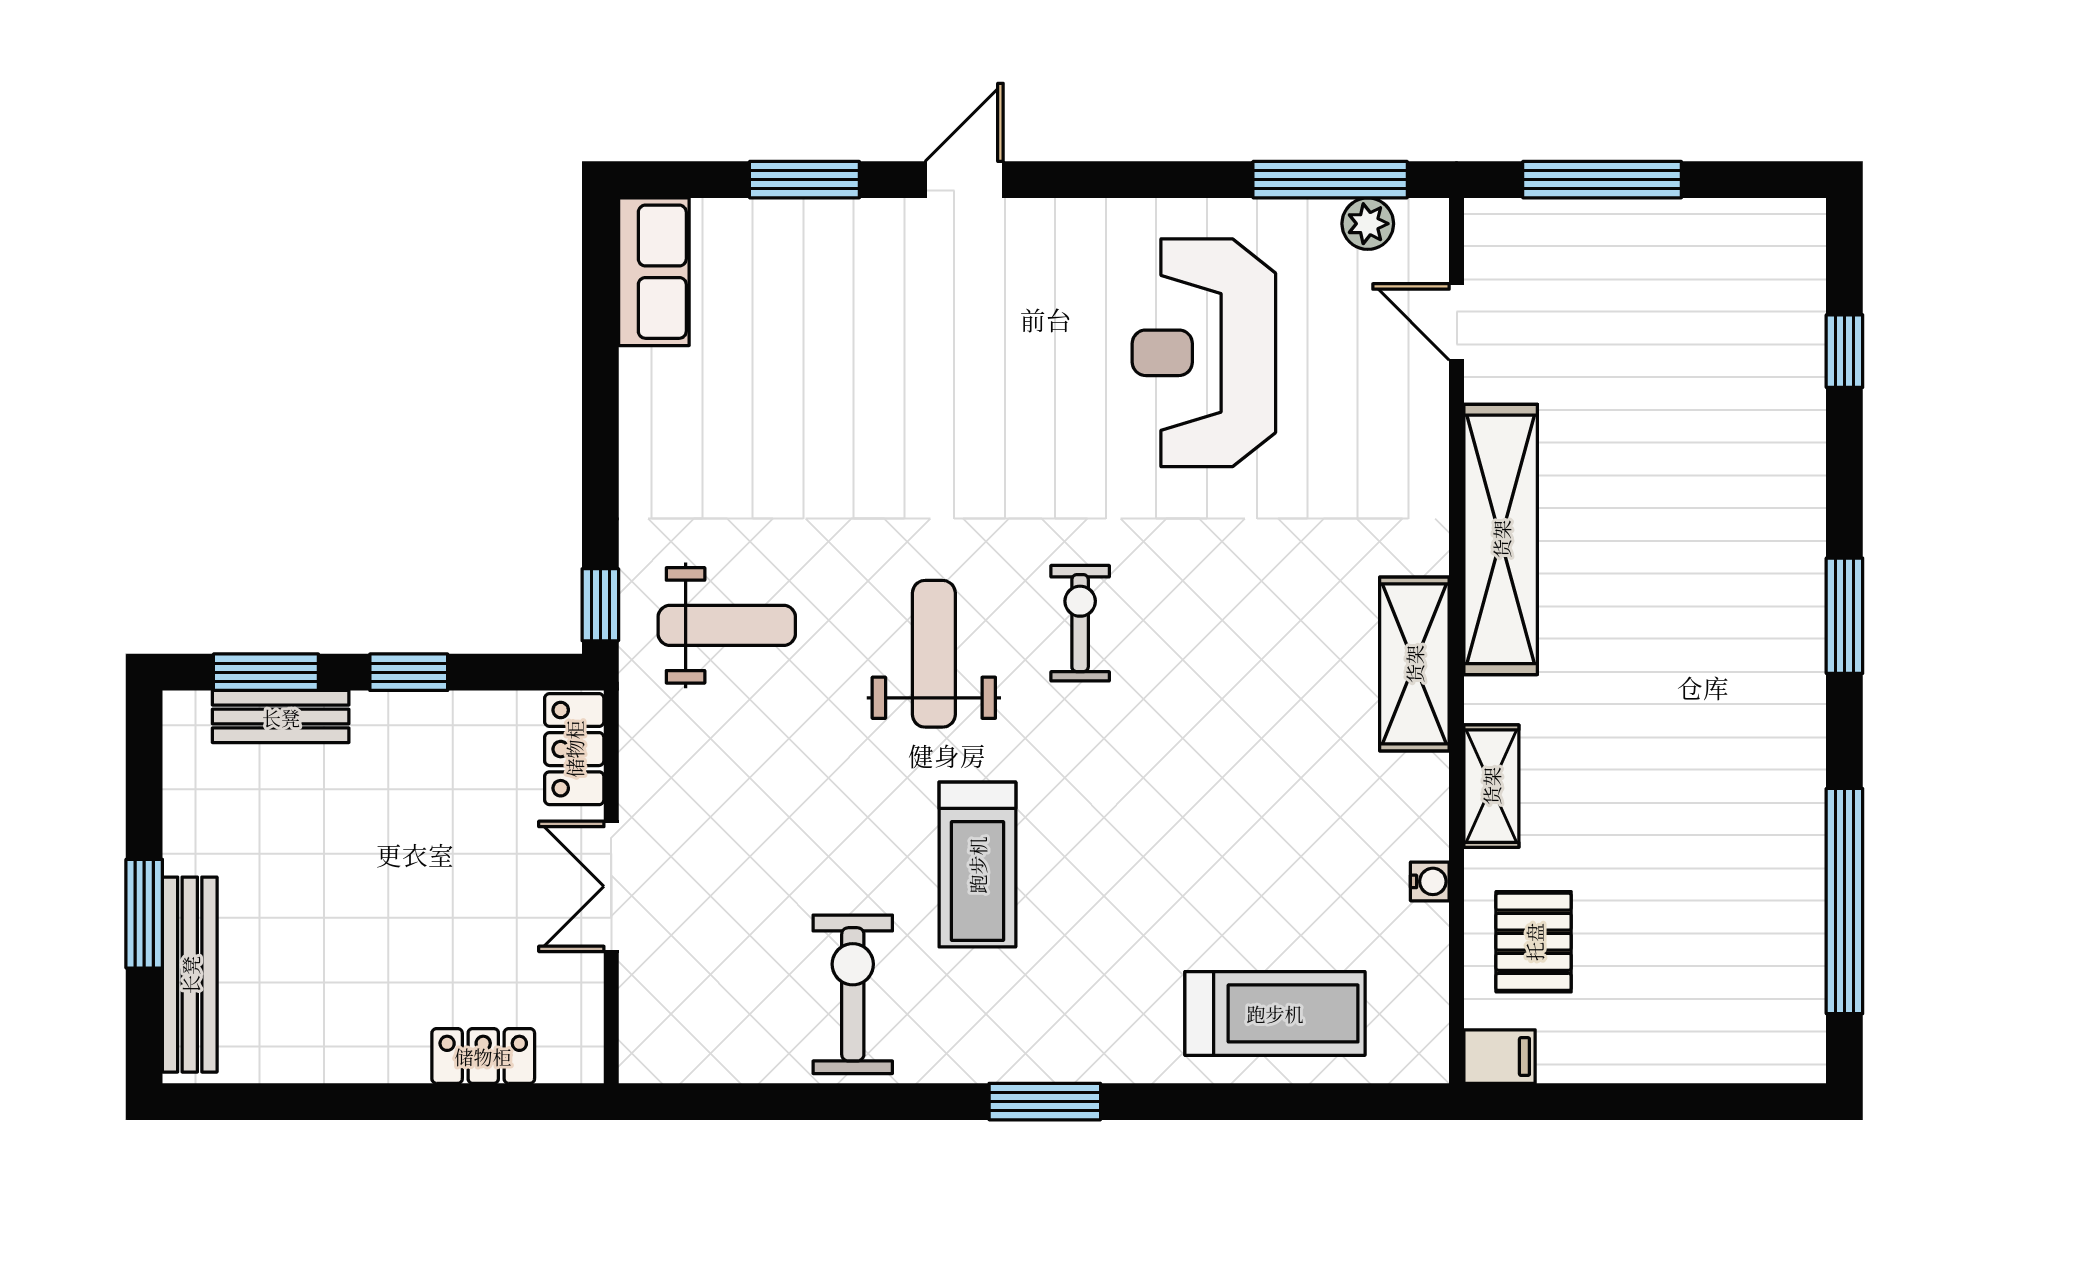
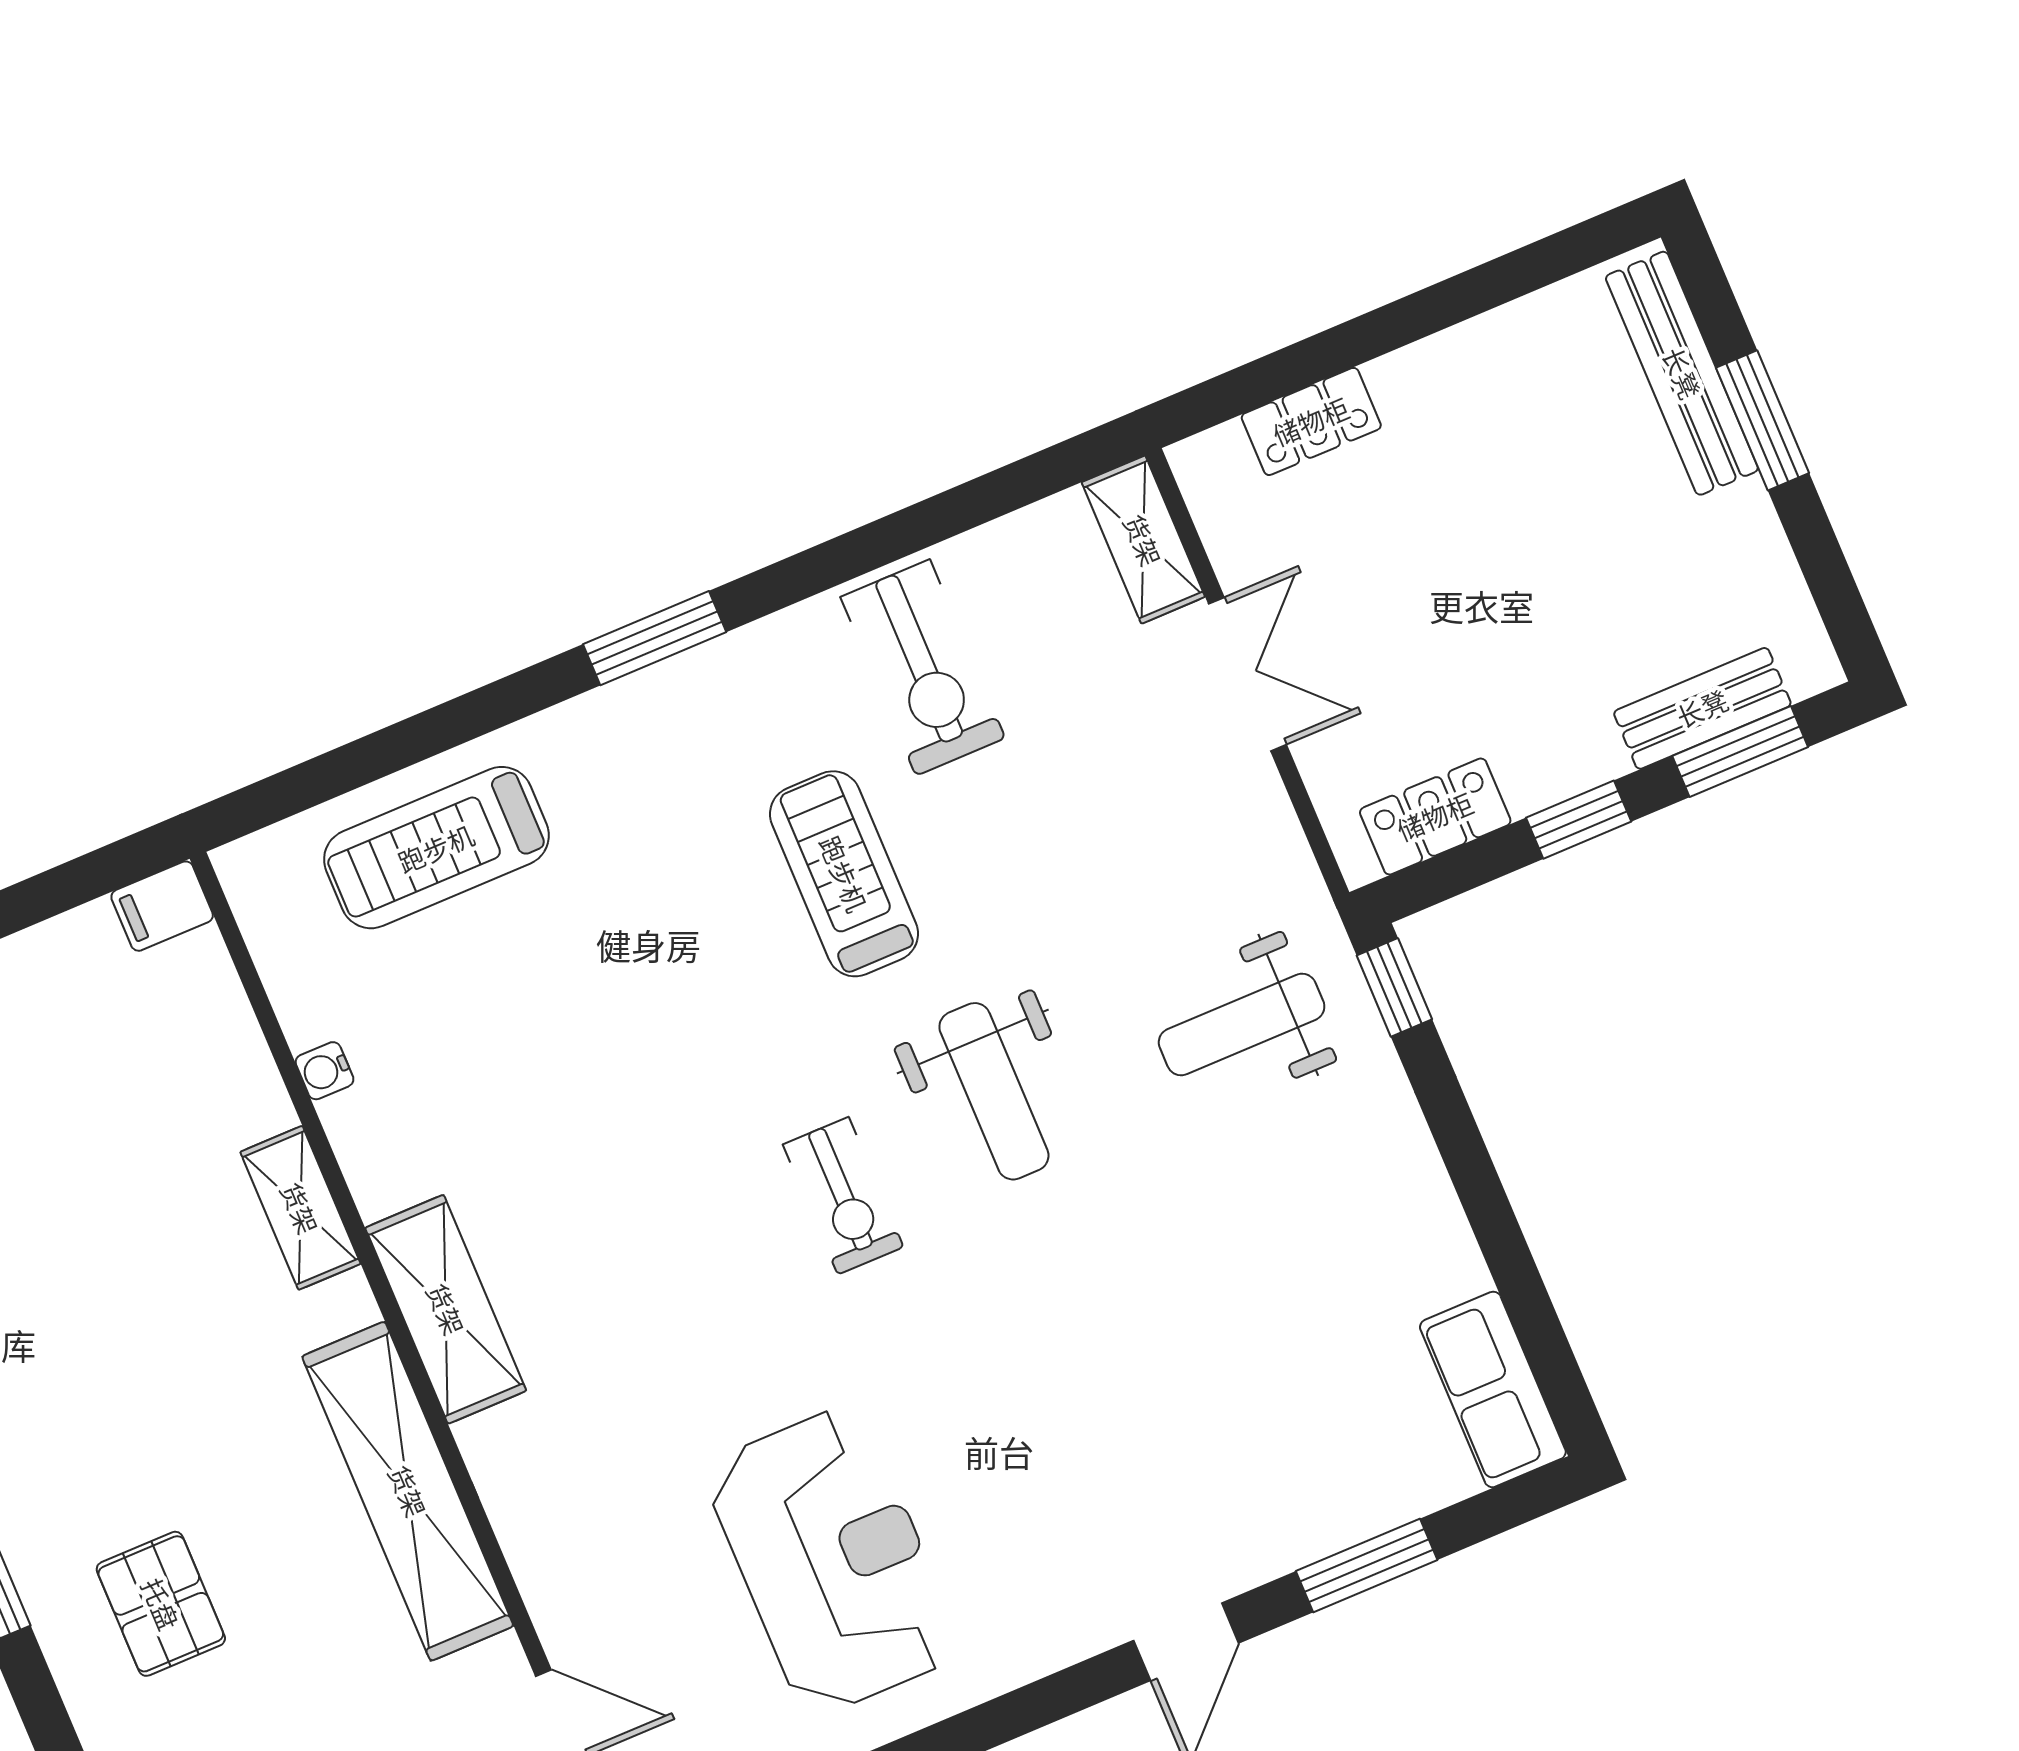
locker: (574, 749) -> (1435, 816), moved, turned -90
pallet: (1534, 942) -> (161, 1604), moved
shelving: (647, 1021) -> (1143, 540), added

